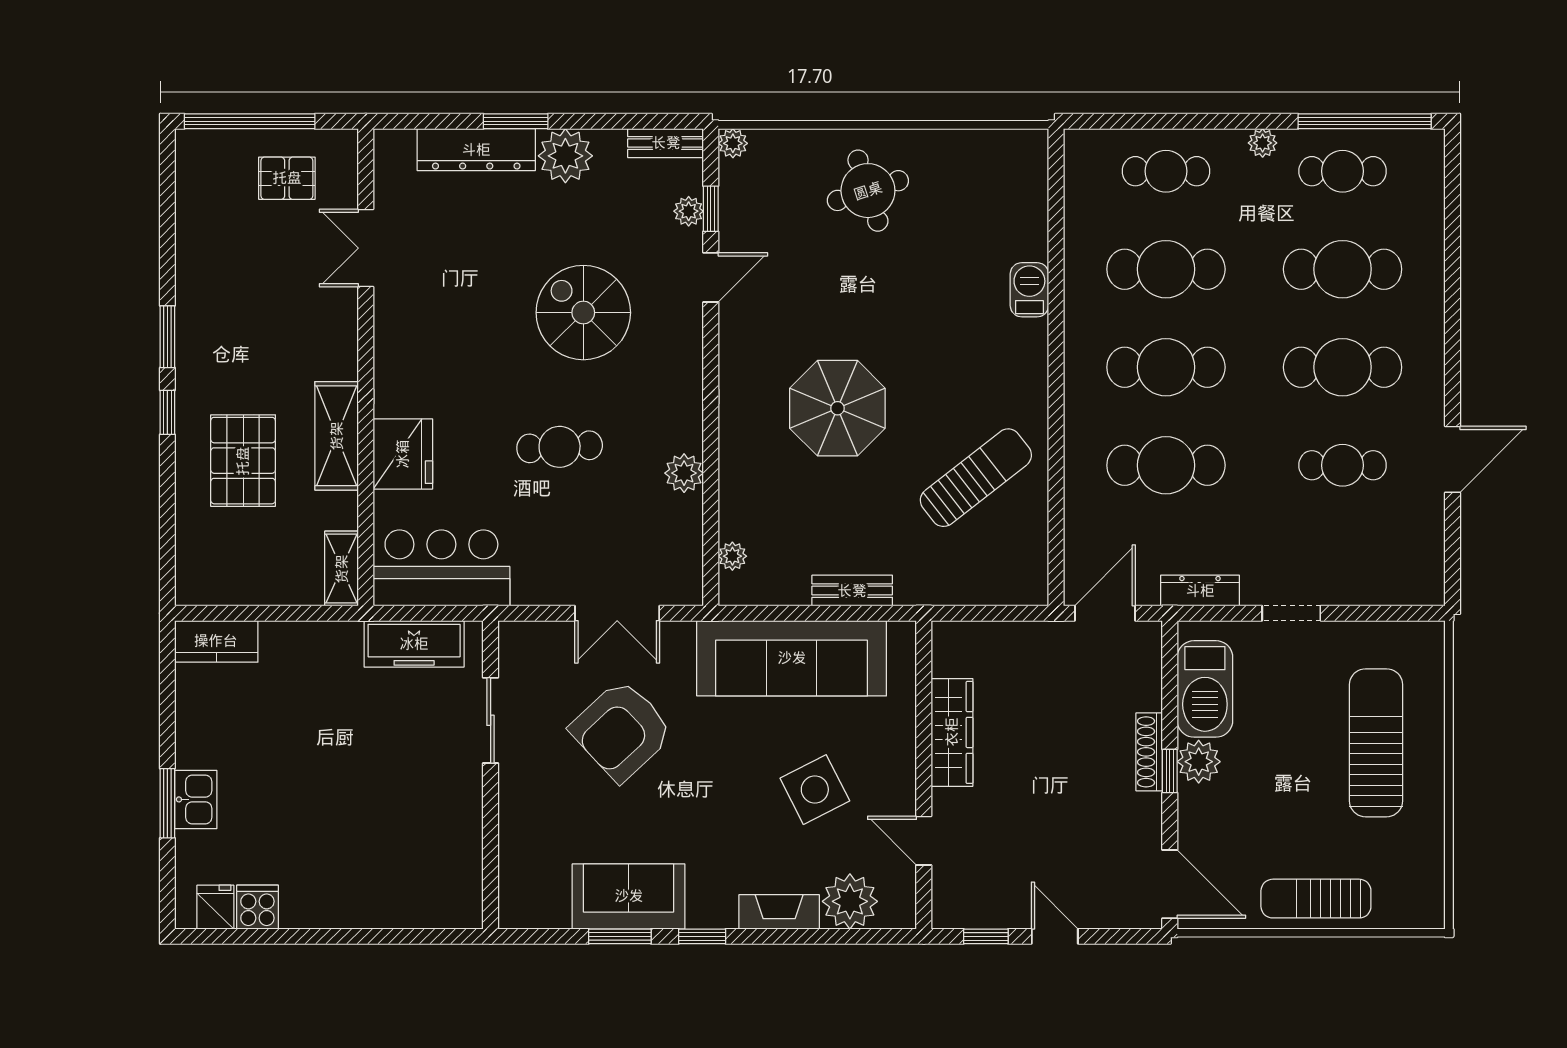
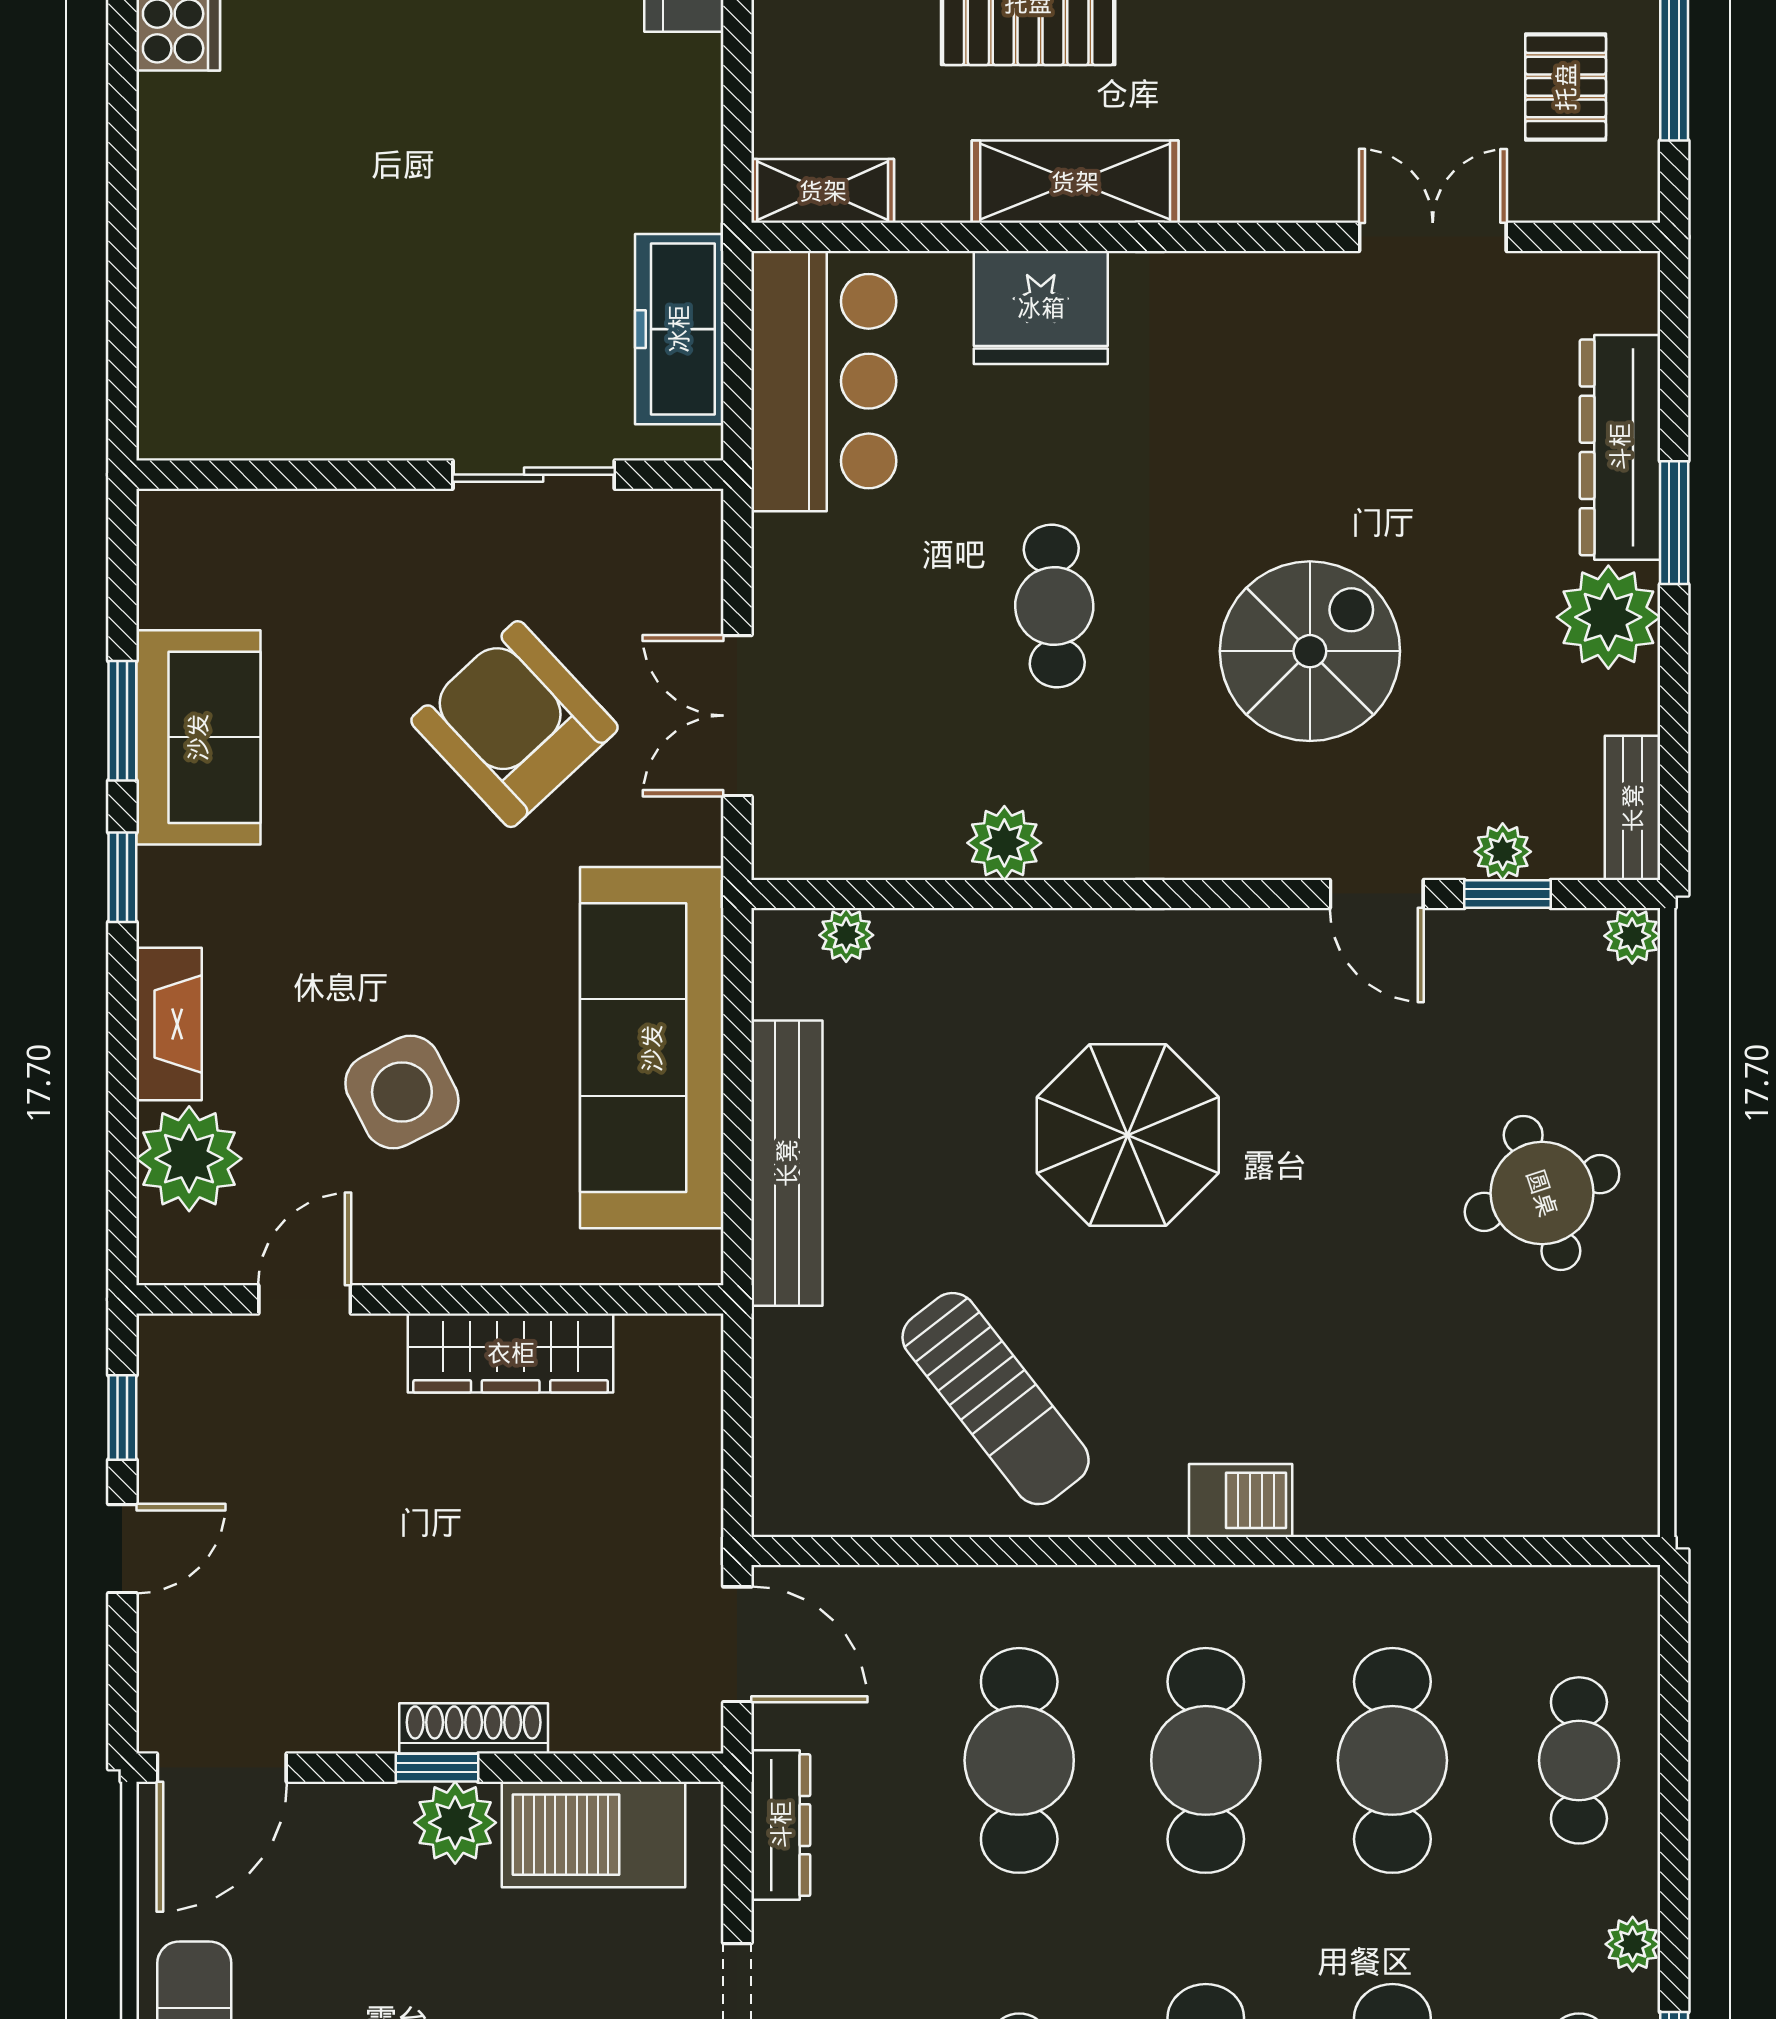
barbecue: (1029, 290) -> (1241, 1500), moved
bench: (852, 591) -> (787, 1163), width x1.86, depth x1.21

